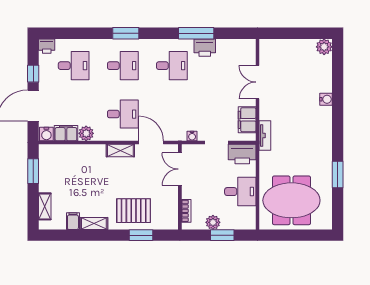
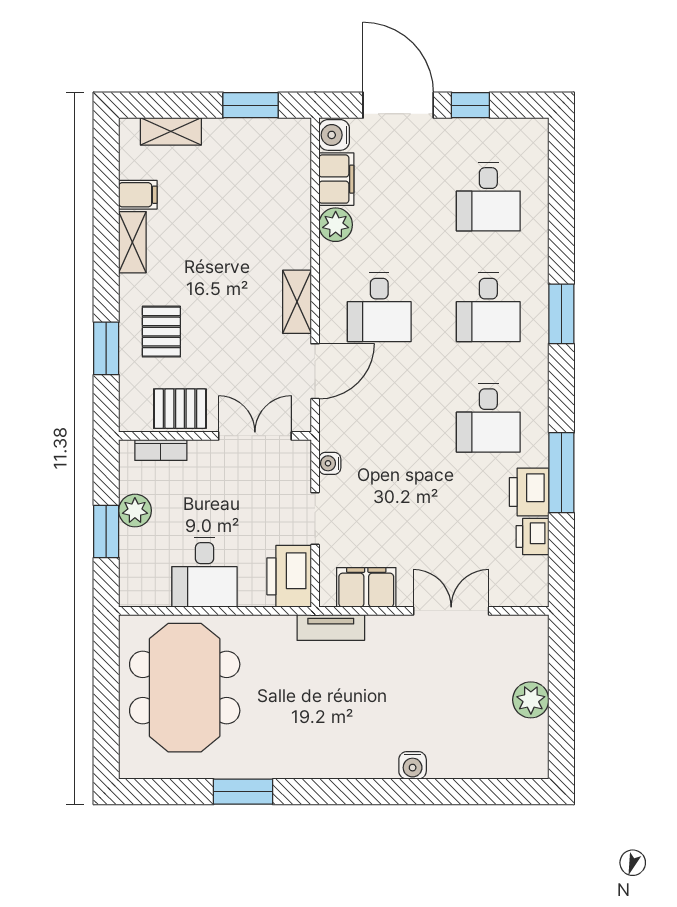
printer: (47, 46) -> (532, 536), moved
plant: (324, 47) -> (531, 700), moved
pallet: (168, 202) -> (180, 409), added
pallet: (134, 211) -> (161, 332), width x0.67, depth x0.71

